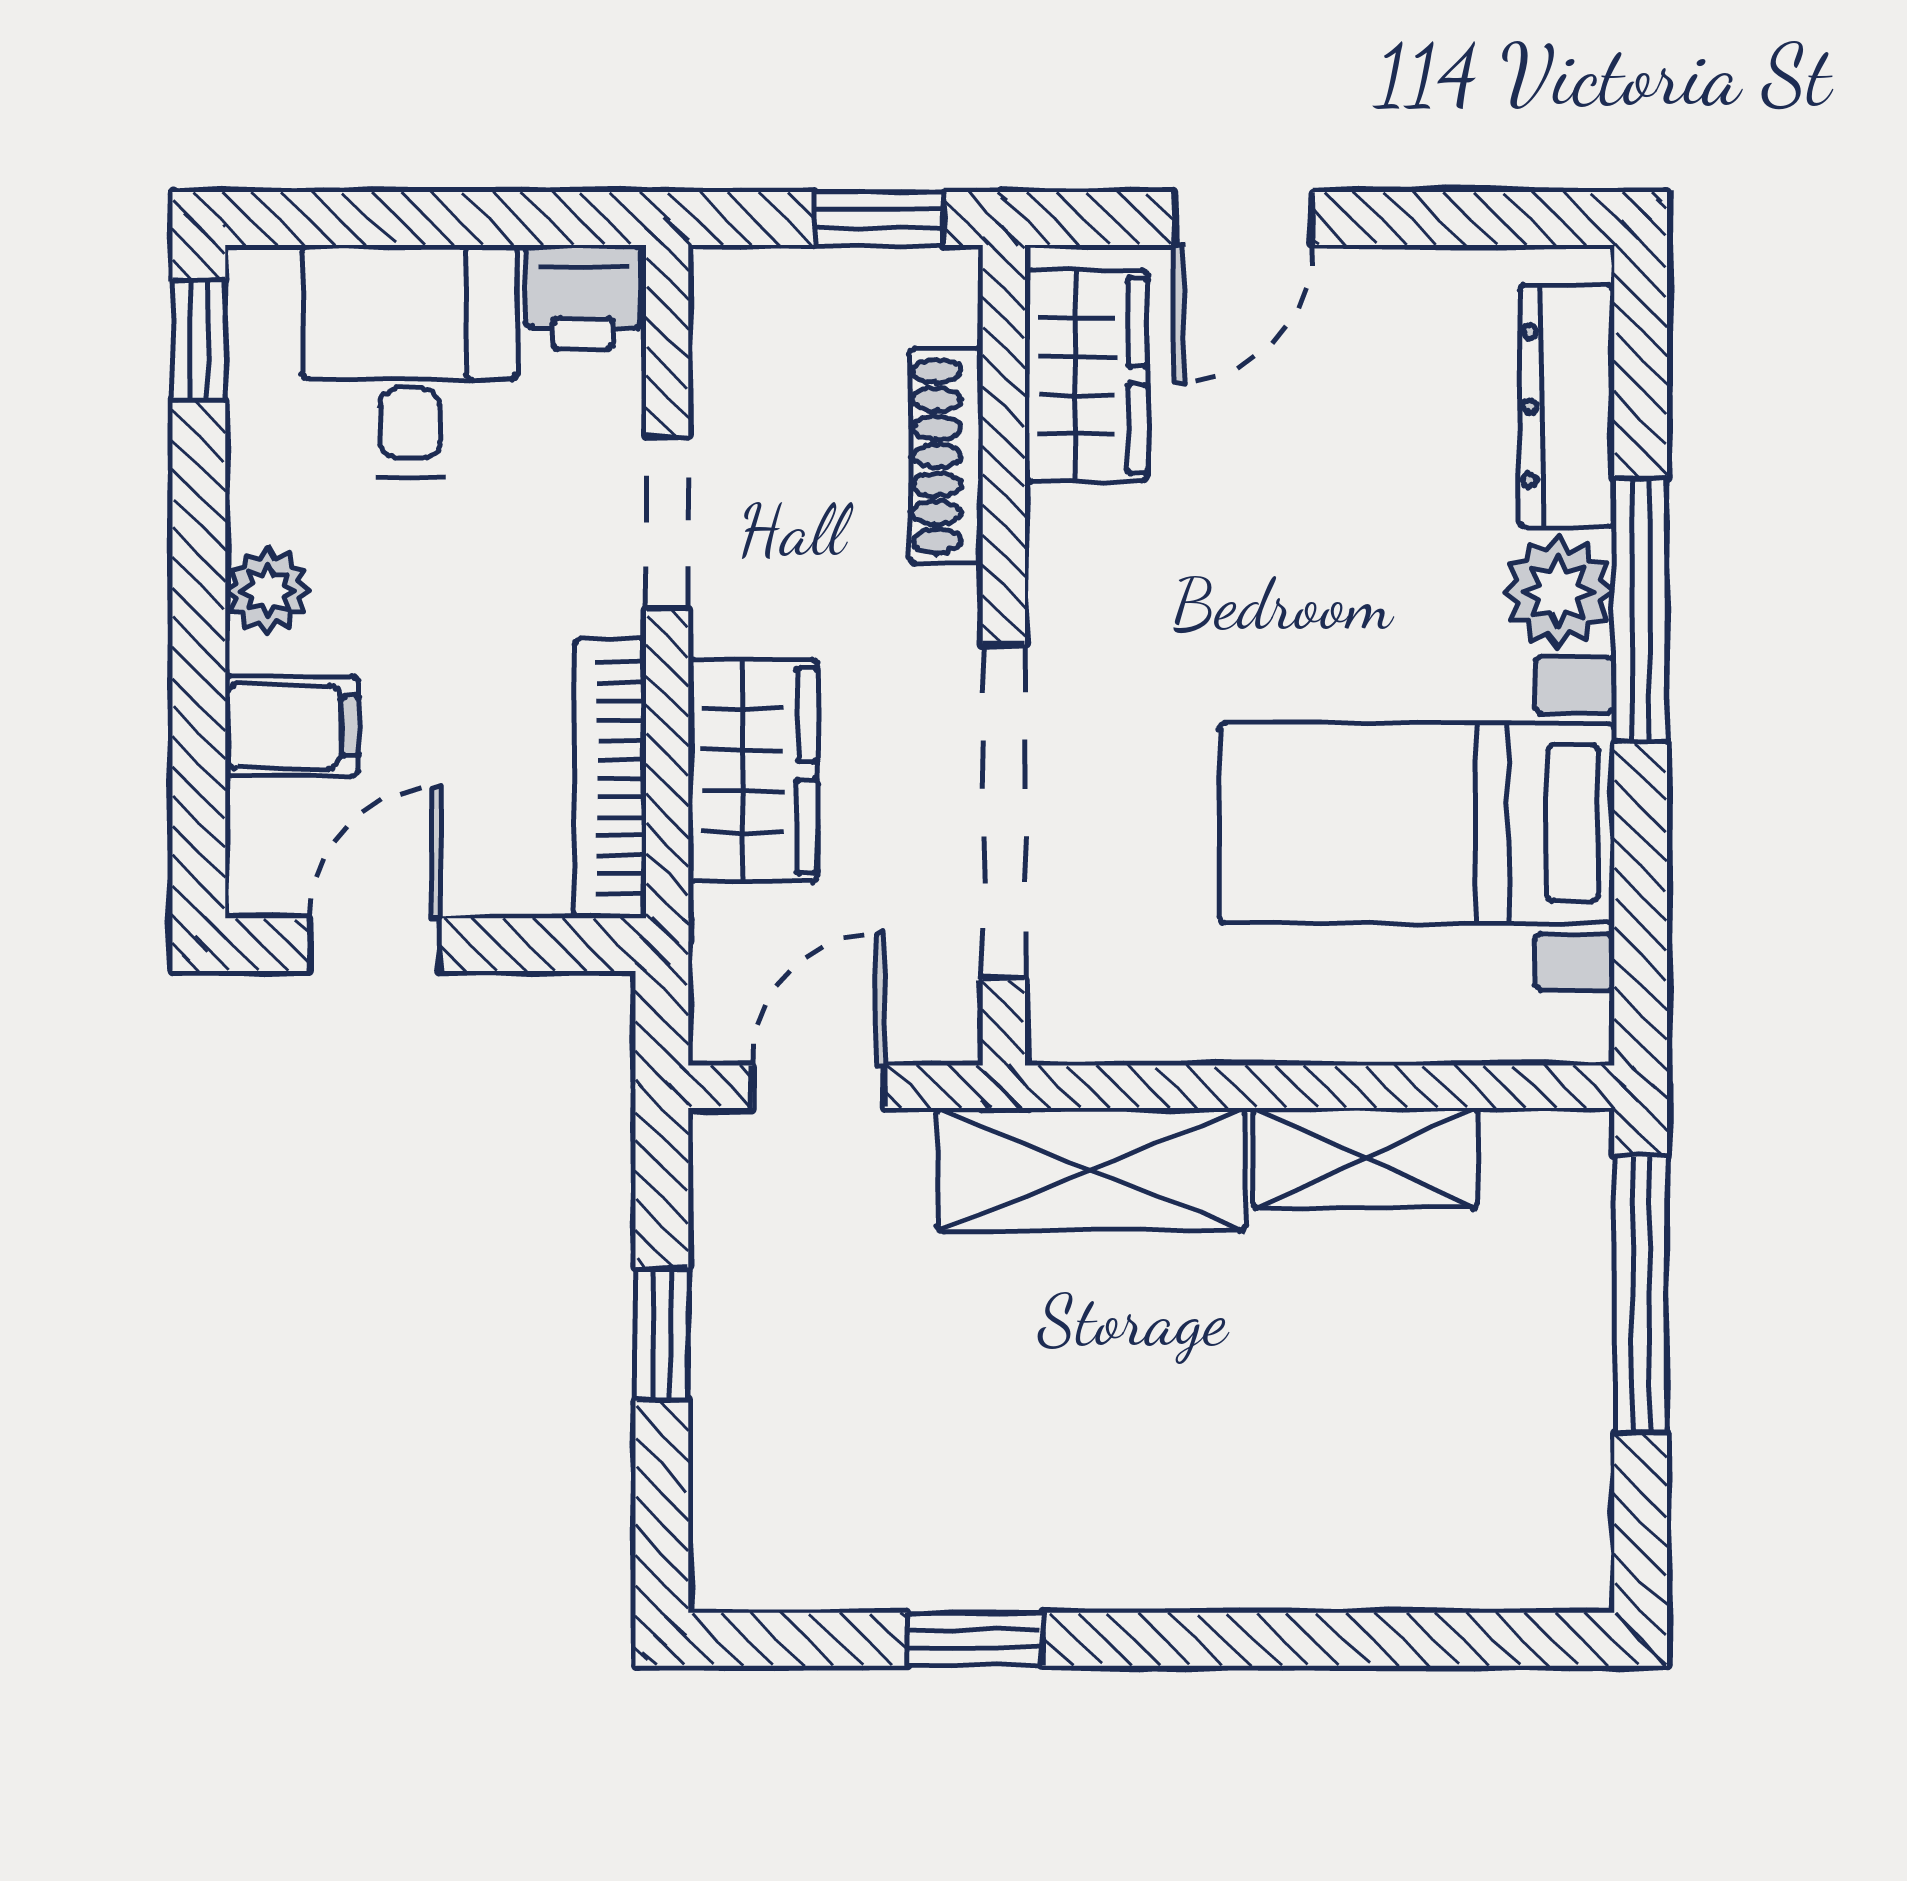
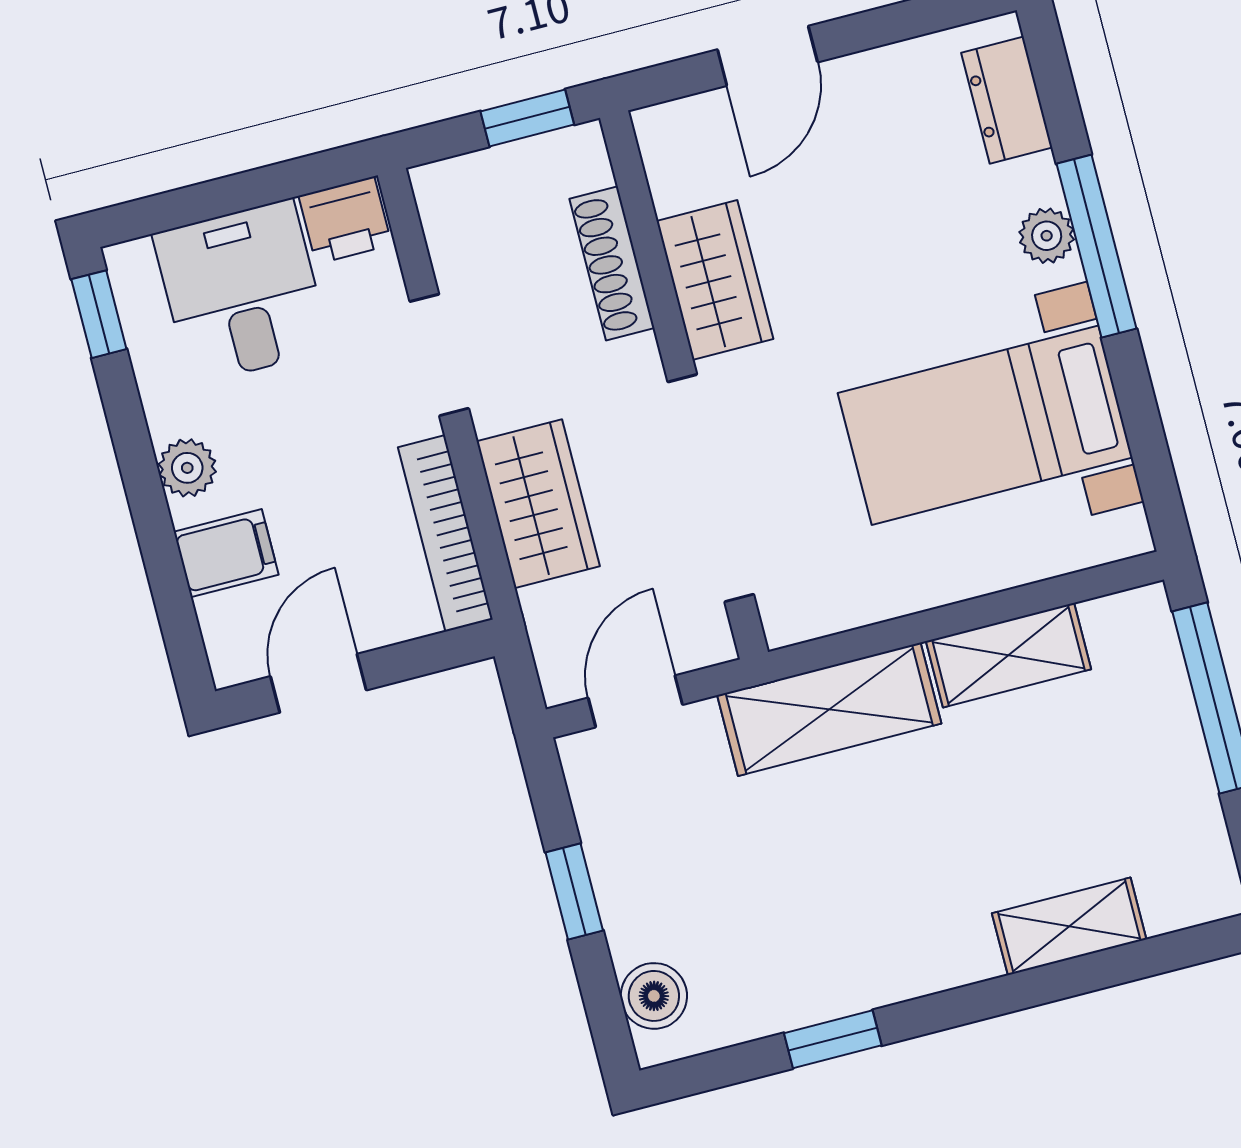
wardrobe: (1086, 376) -> (715, 280), moved
dresser: (1567, 406) -> (1007, 100), width x0.70
plant: (1558, 592) -> (1047, 236), width x0.73, depth x0.73
boiler: (737, 1512) -> (654, 996), added
shelving: (1352, 1566) -> (1069, 926), added

